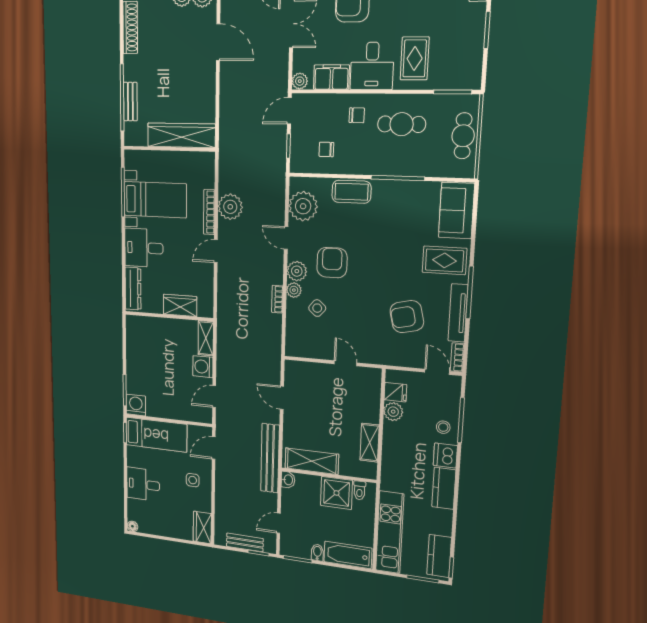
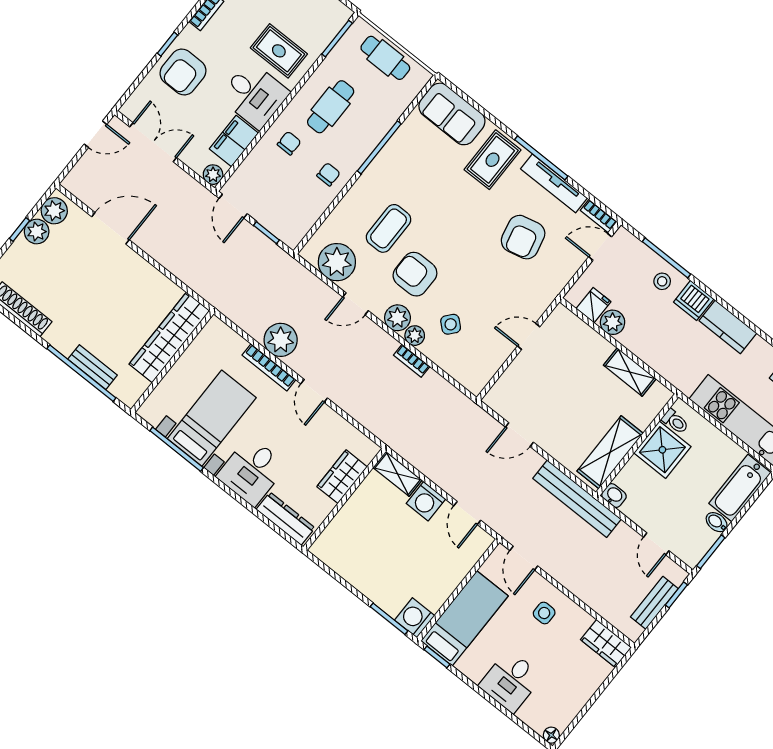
chair: (326, 149) -> (328, 174), moved, turned 180
coffee table: (351, 192) -> (389, 228), moved

